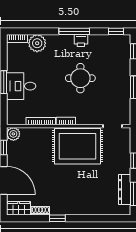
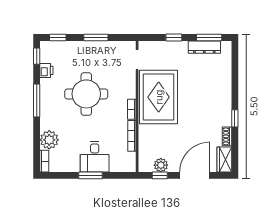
printer: (81, 41) -> (46, 70), moved
round table: (80, 78) -> (86, 94), width x1.36, depth x1.36
plant: (13, 134) -> (161, 165), moved

